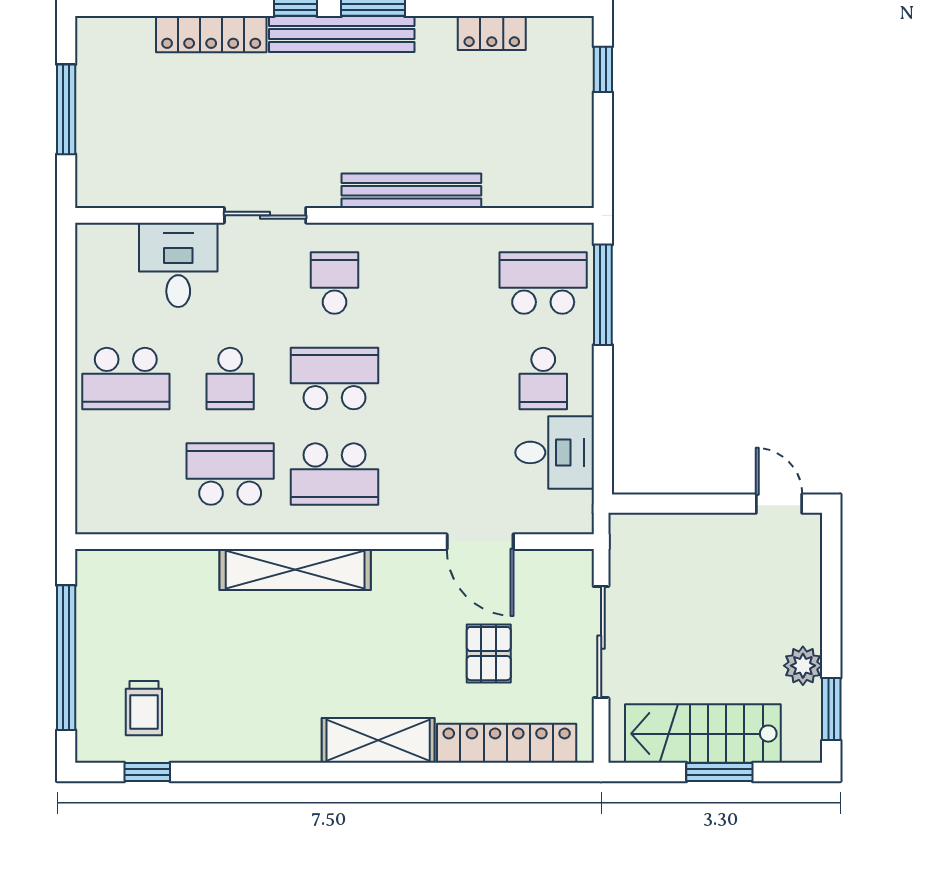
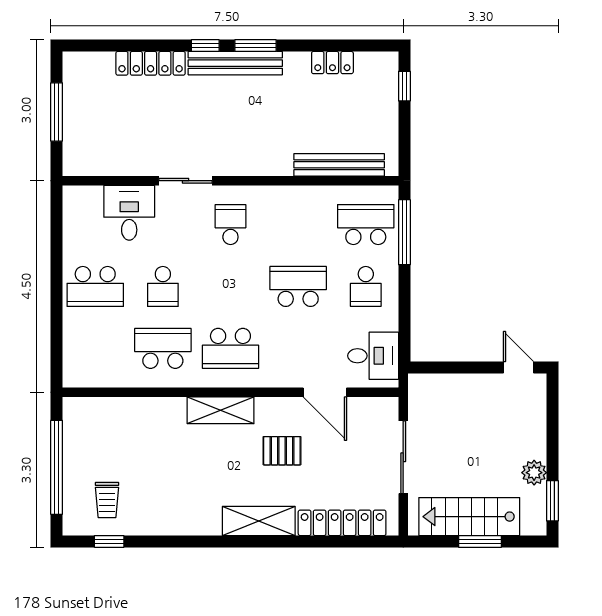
bench: (411, 191) -> (339, 165), moved
school desk: (334, 379) -> (298, 286), moved
desk: (555, 452) -> (373, 356), moved
shelving: (295, 570) -> (221, 410), width x0.68
pallet: (489, 654) -> (282, 451), moved, turned 90

